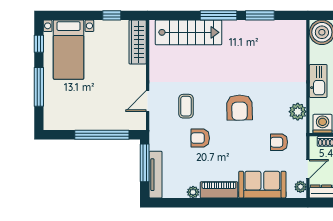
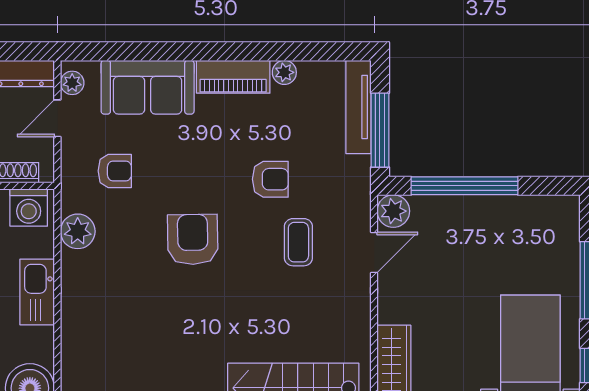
plant: (138, 122) -> (393, 211), added

